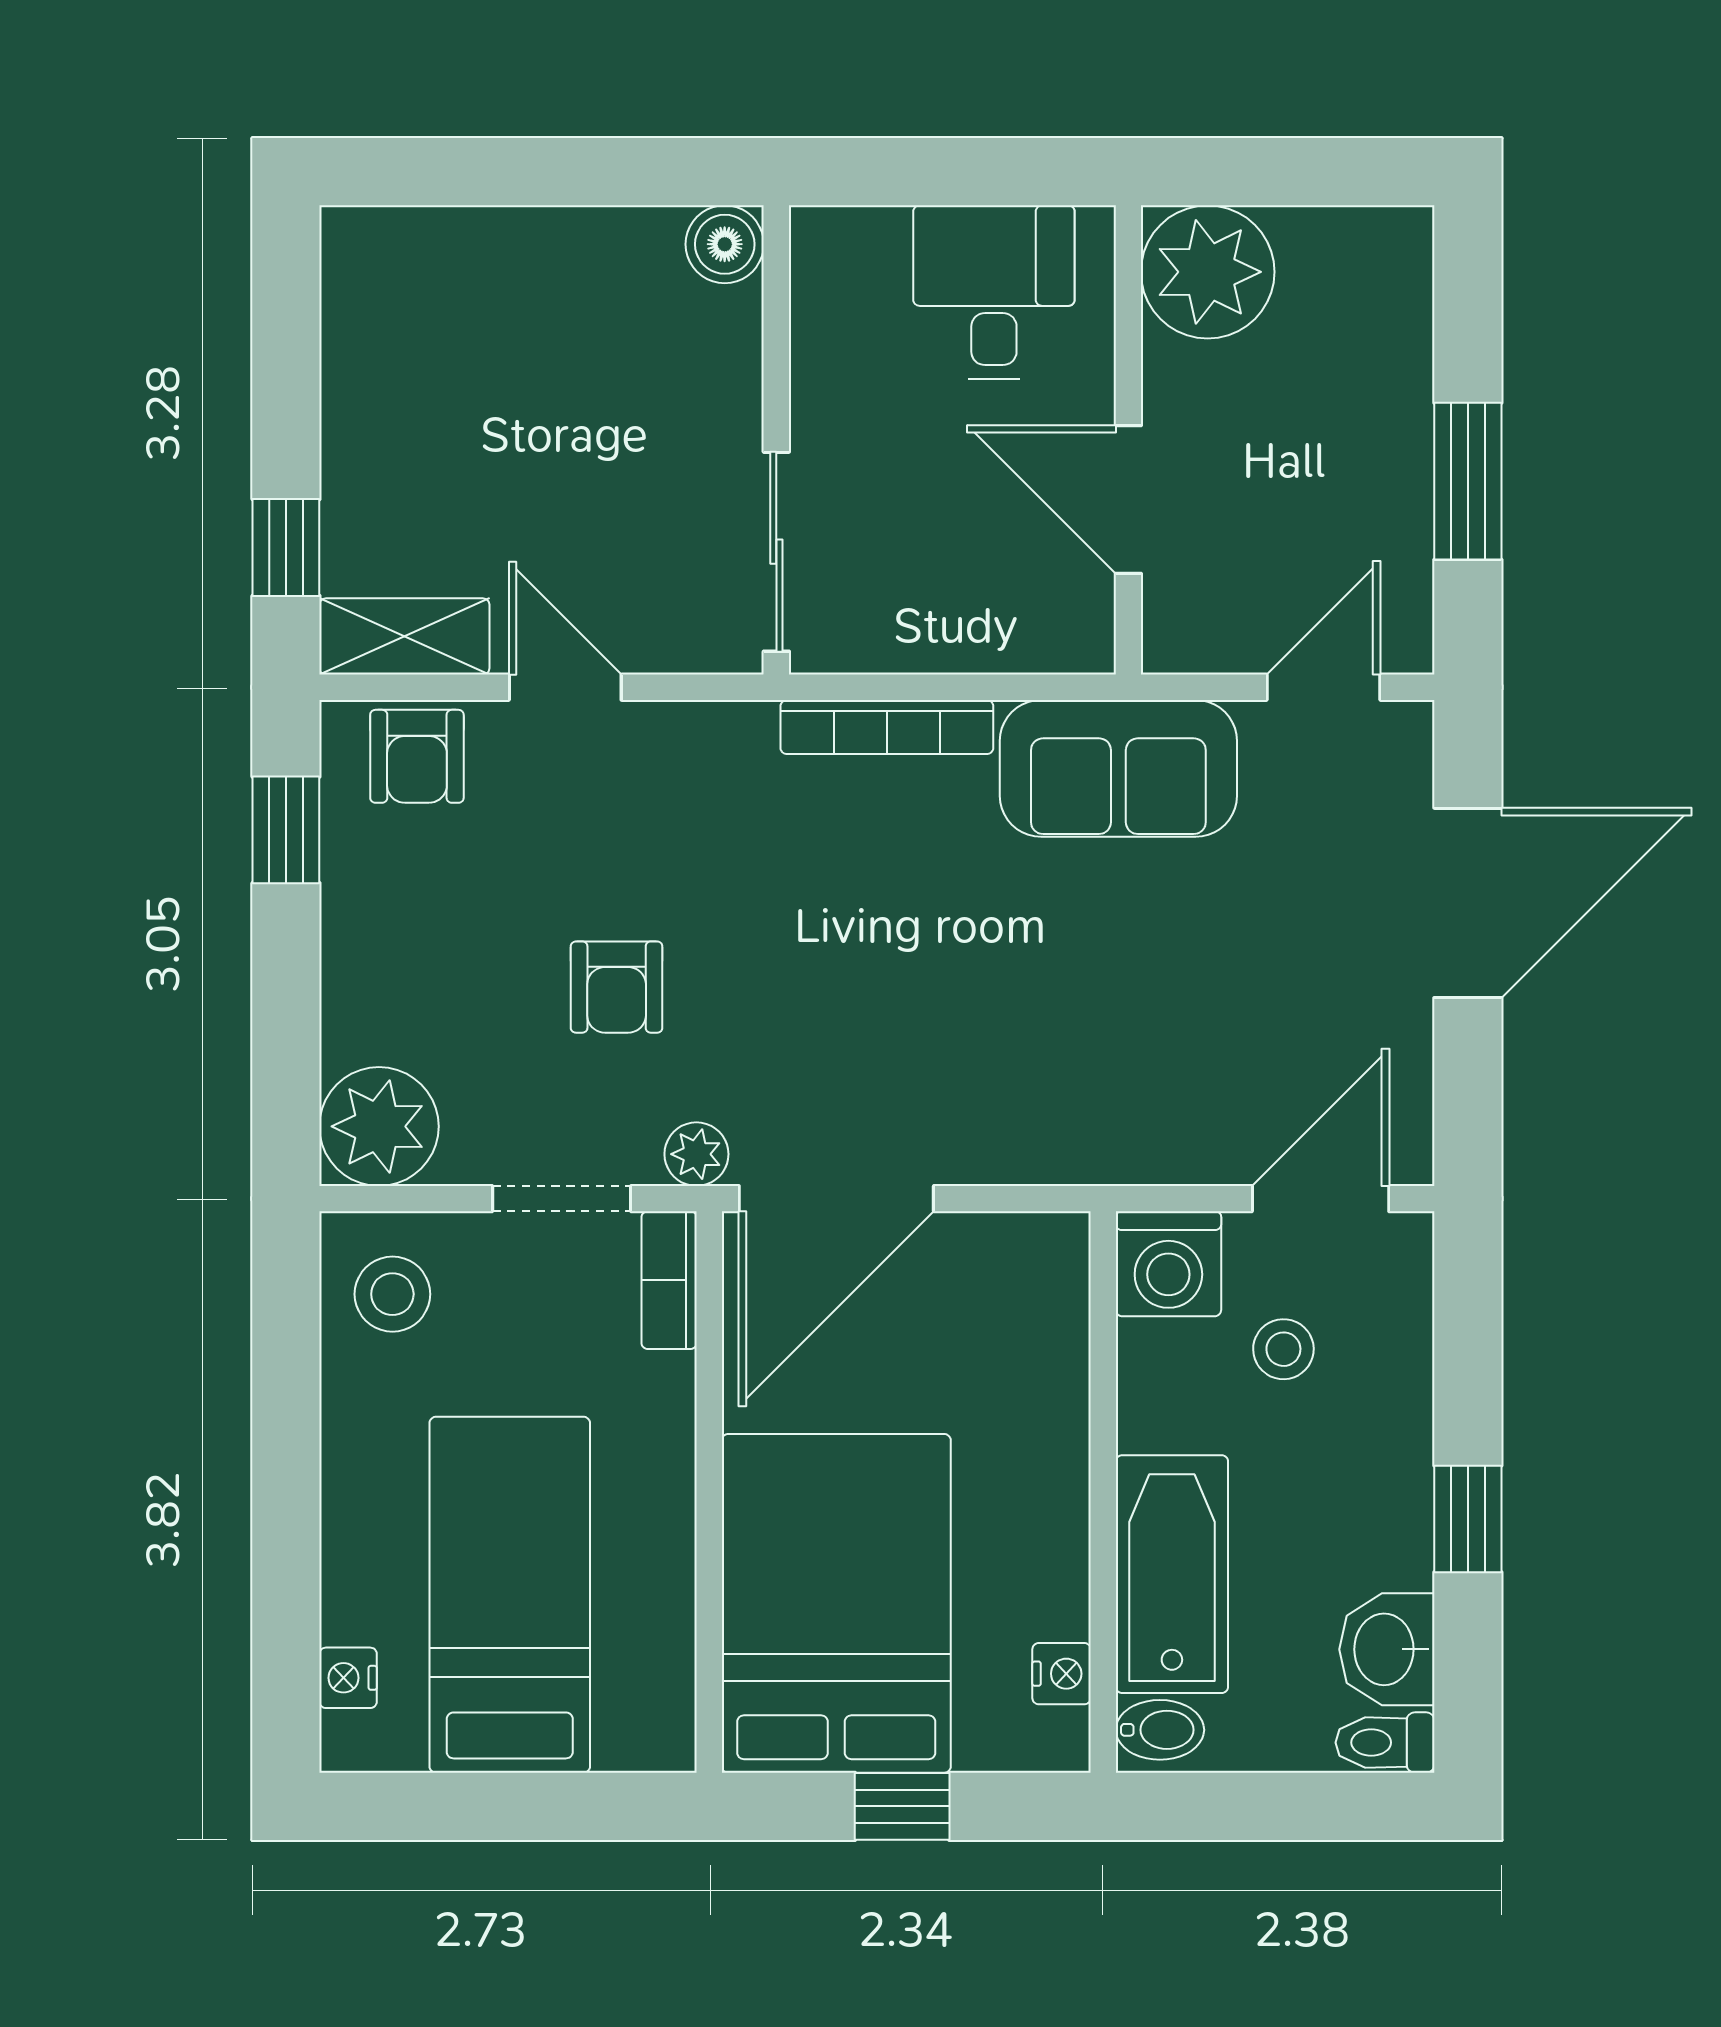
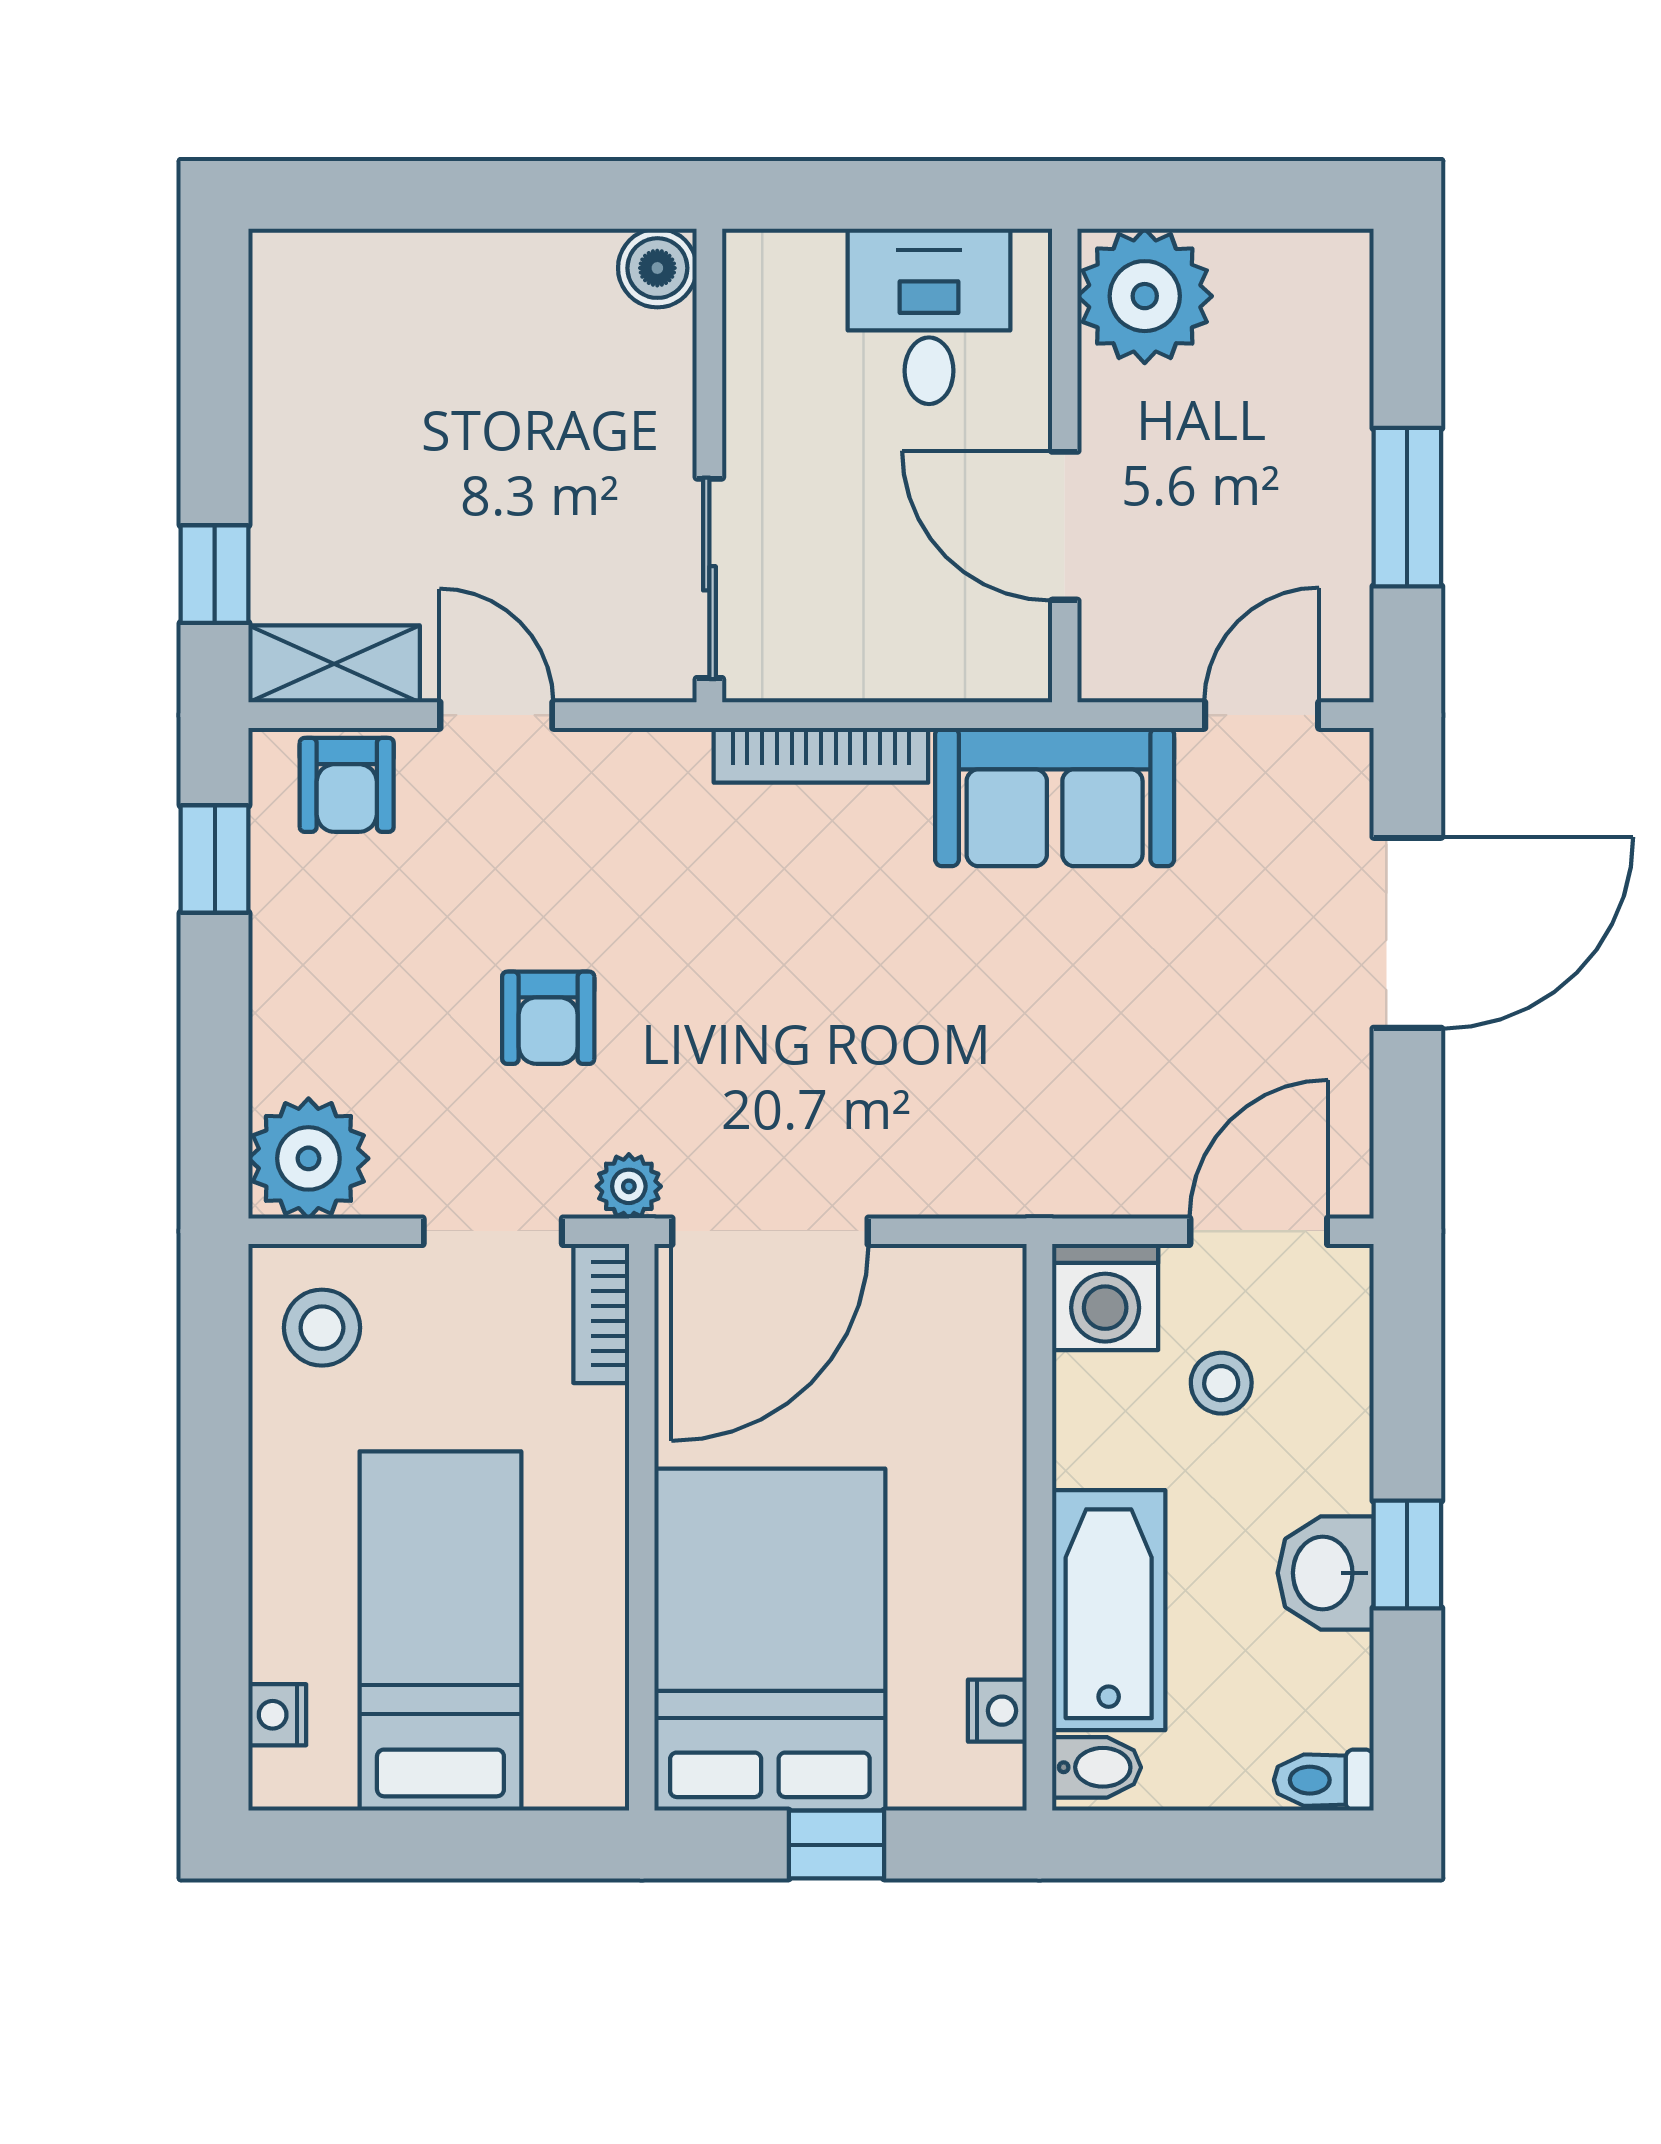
washbasin: (1387, 1649) -> (1326, 1573), moved

